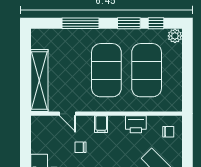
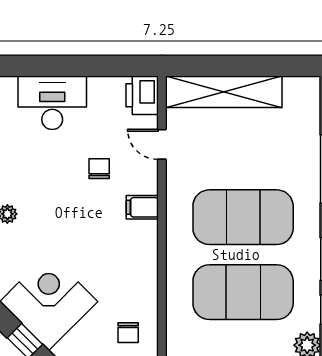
door: (67, 114) -> (162, 144), hinge flipped
printer: (136, 124) -> (142, 95), moved

